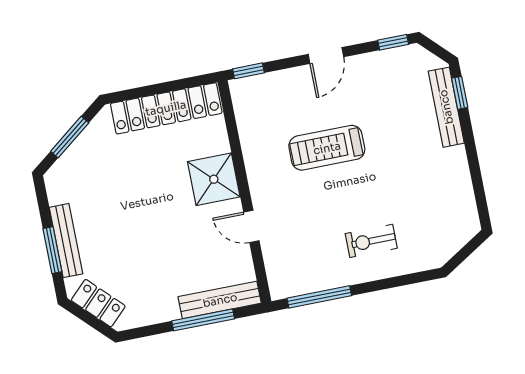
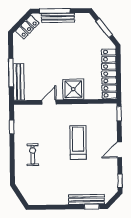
door: (326, 56) -> (120, 150), hinge flipped
window: (52, 250) -> (55, 11), width x1.44
window: (319, 297) -> (12, 127), width x0.46

